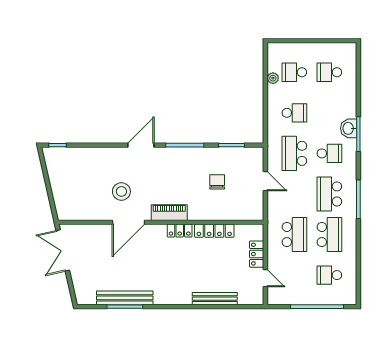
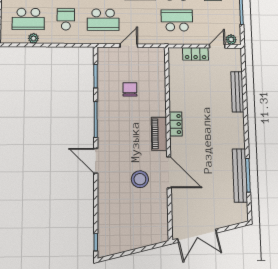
school desk: (294, 72) -> (28, 19), width x1.85
chair: (217, 182) -> (130, 89), turned 90
locker: (214, 231) -> (175, 92), removed
plant: (273, 294) -> (231, 40), added

